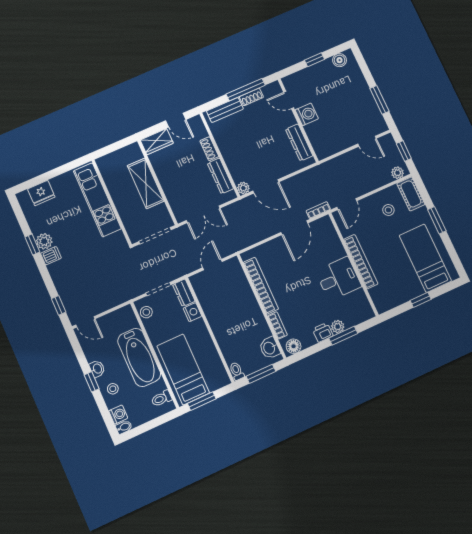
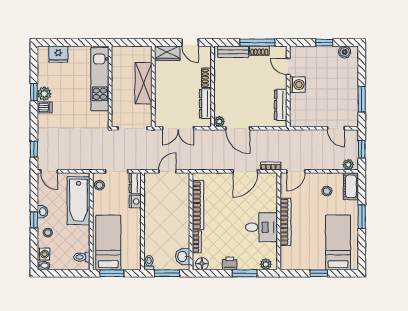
plant: (338, 327) -> (266, 264), moved
bathtub: (139, 357) -> (78, 201), moved

